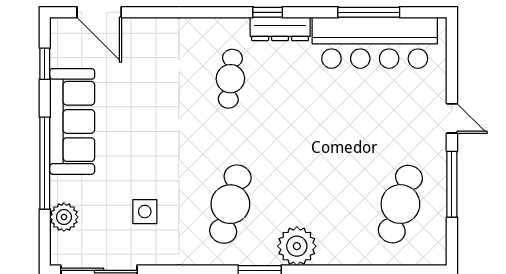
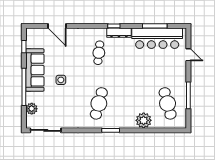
door: (99, 12) -> (57, 26), moved
door: (452, 118) -> (188, 55), moved
cafe table: (400, 204) -> (168, 103), turned -33
side table: (145, 212) -> (61, 80), moved
plant: (297, 246) -> (144, 120), moved

